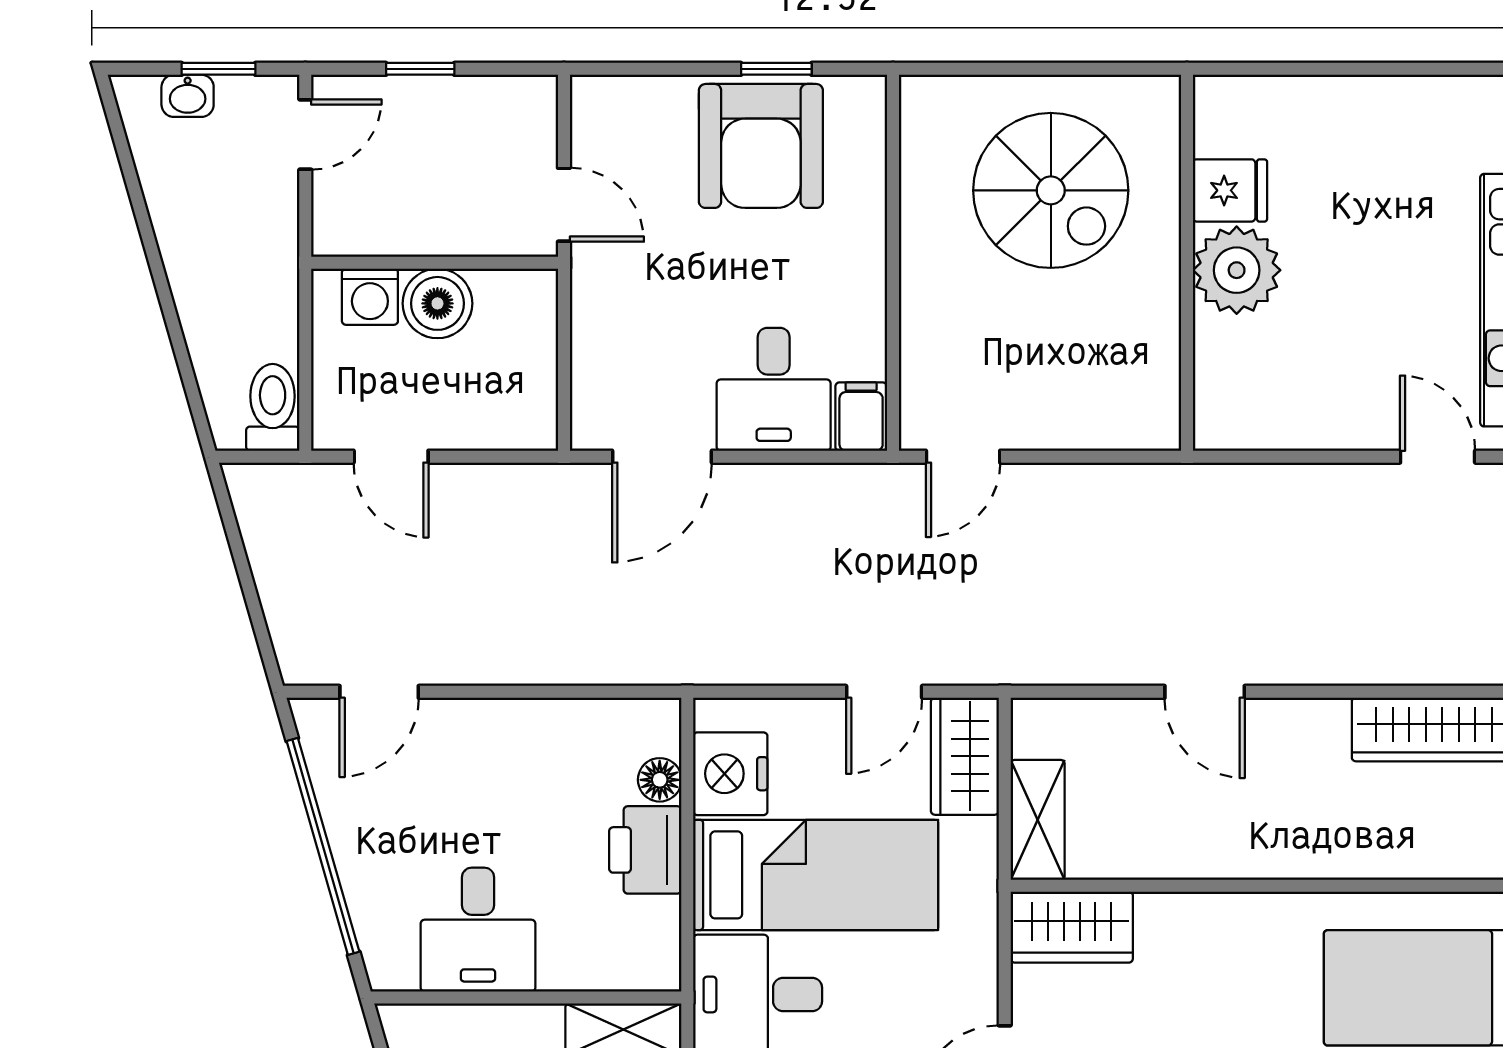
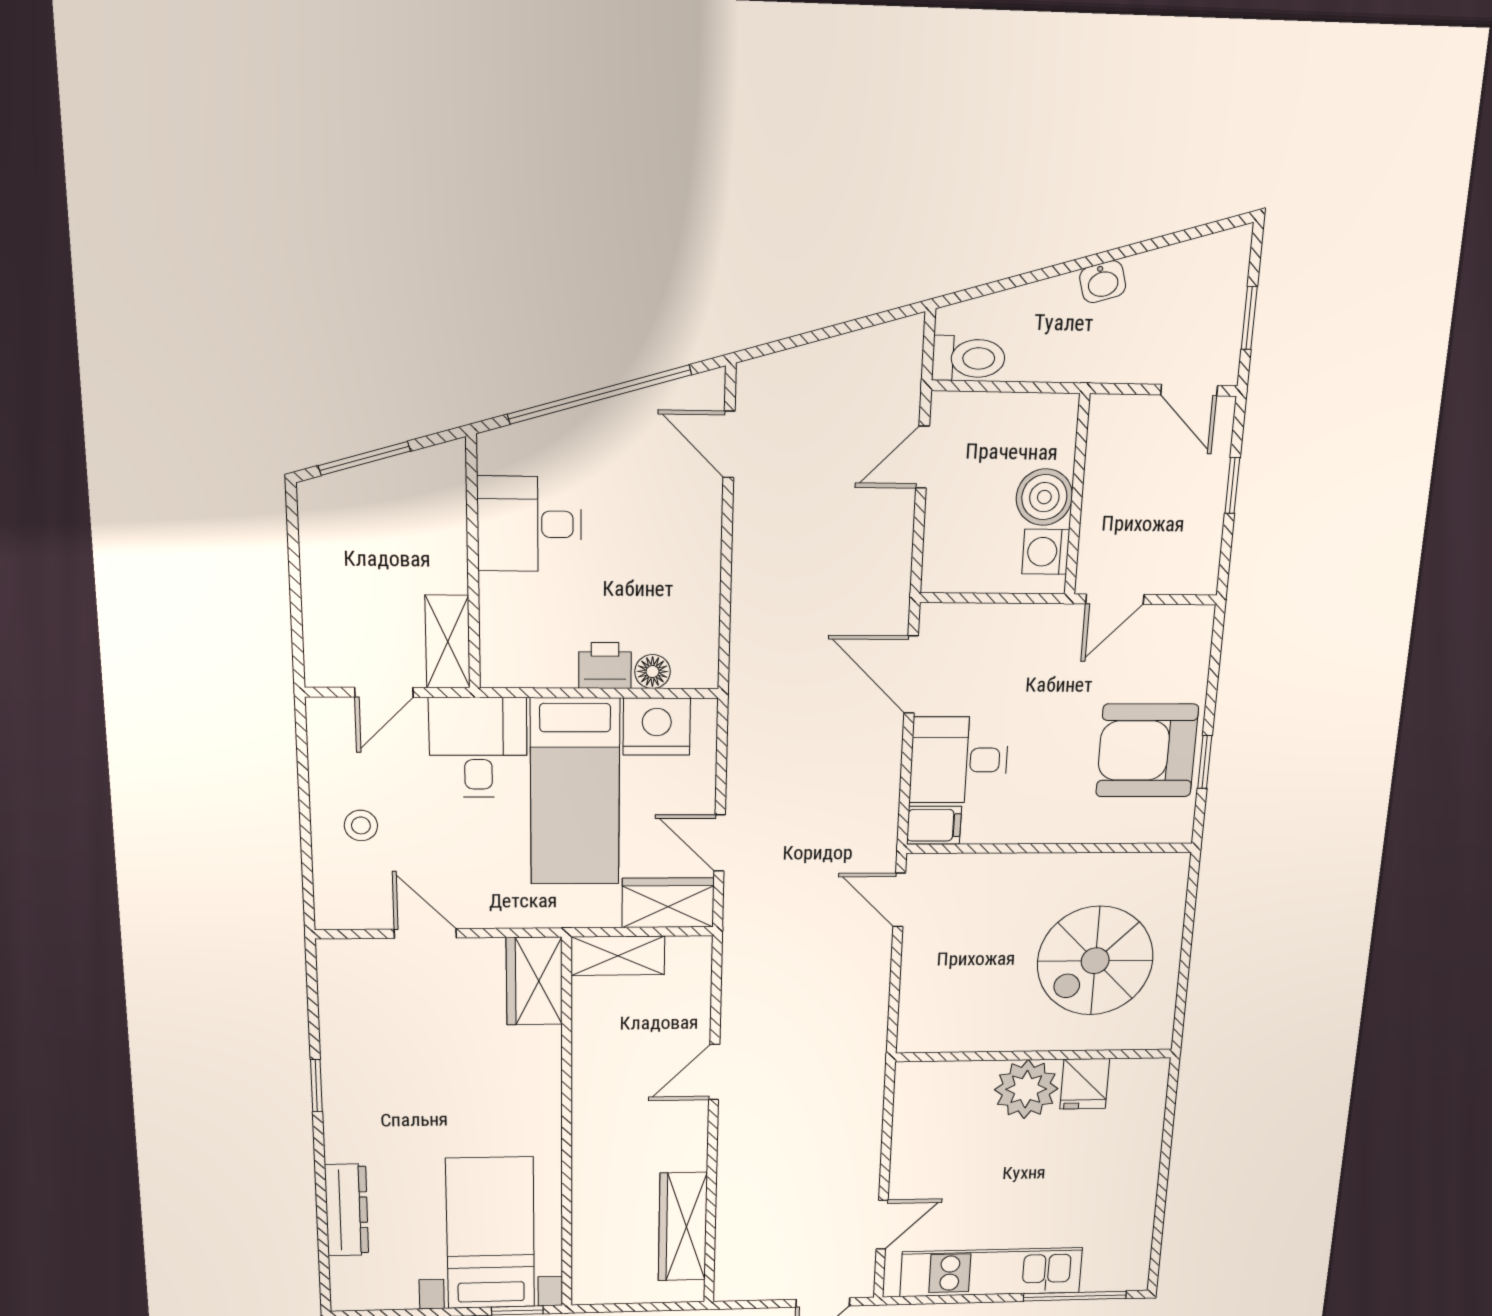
washbasin: (188, 96) -> (1103, 282), moved, turned -106
washing machine: (370, 297) -> (1046, 552), moved
printer: (645, 850) -> (605, 666), width x0.73, depth x0.81

